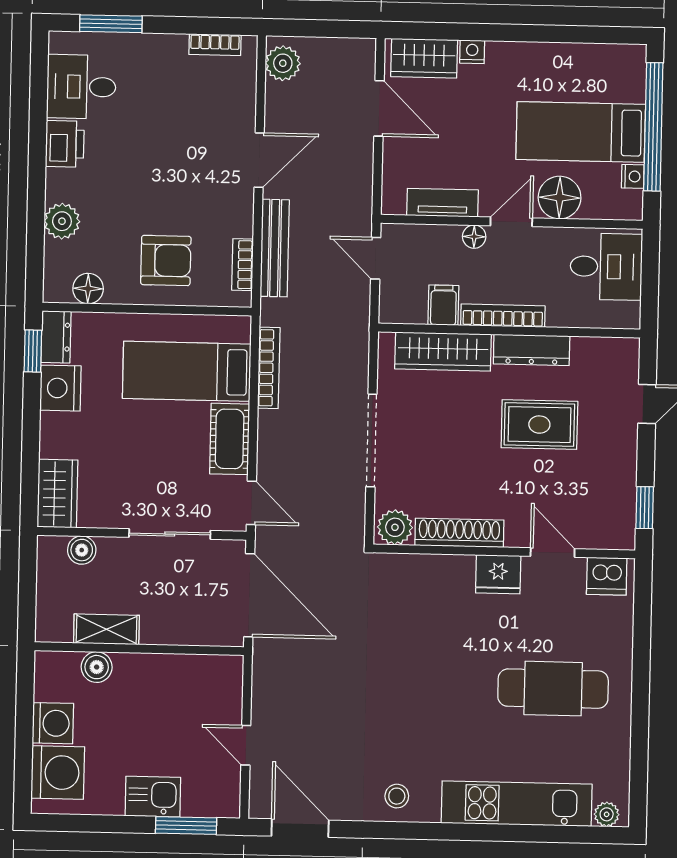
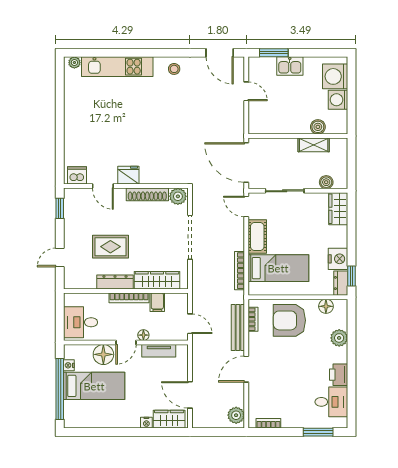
armchair: (166, 260) -> (289, 320), width x1.36, depth x1.36
cafe table: (553, 689) -> (101, 122), removed

